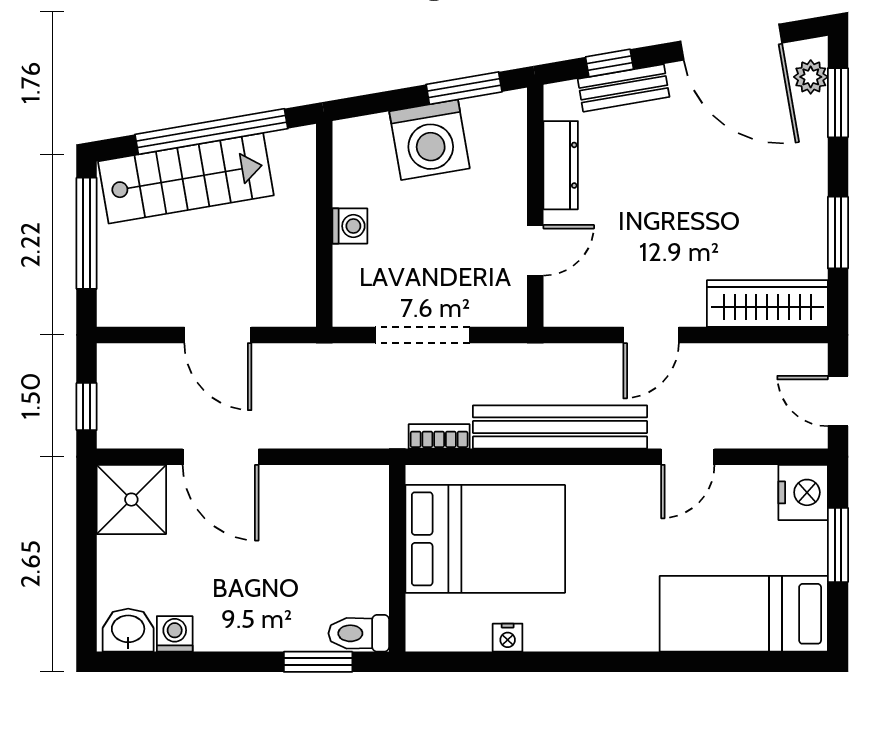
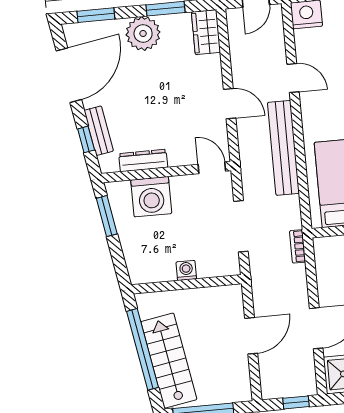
plant: (811, 77) -> (143, 33), moved, width x1.87, depth x1.87
washing machine: (429, 140) -> (151, 197), moved, turned 100
door: (535, 250) -> (212, 168), moved
wardrobe: (767, 303) -> (206, 32), width x0.67
bookcase: (439, 436) -> (298, 246), moved

